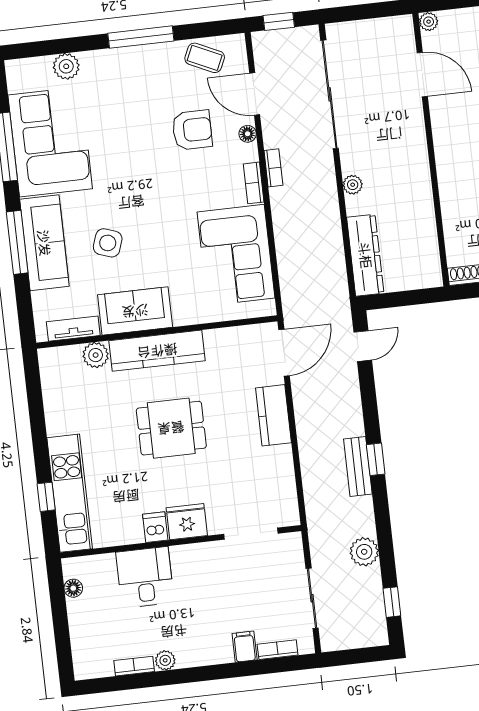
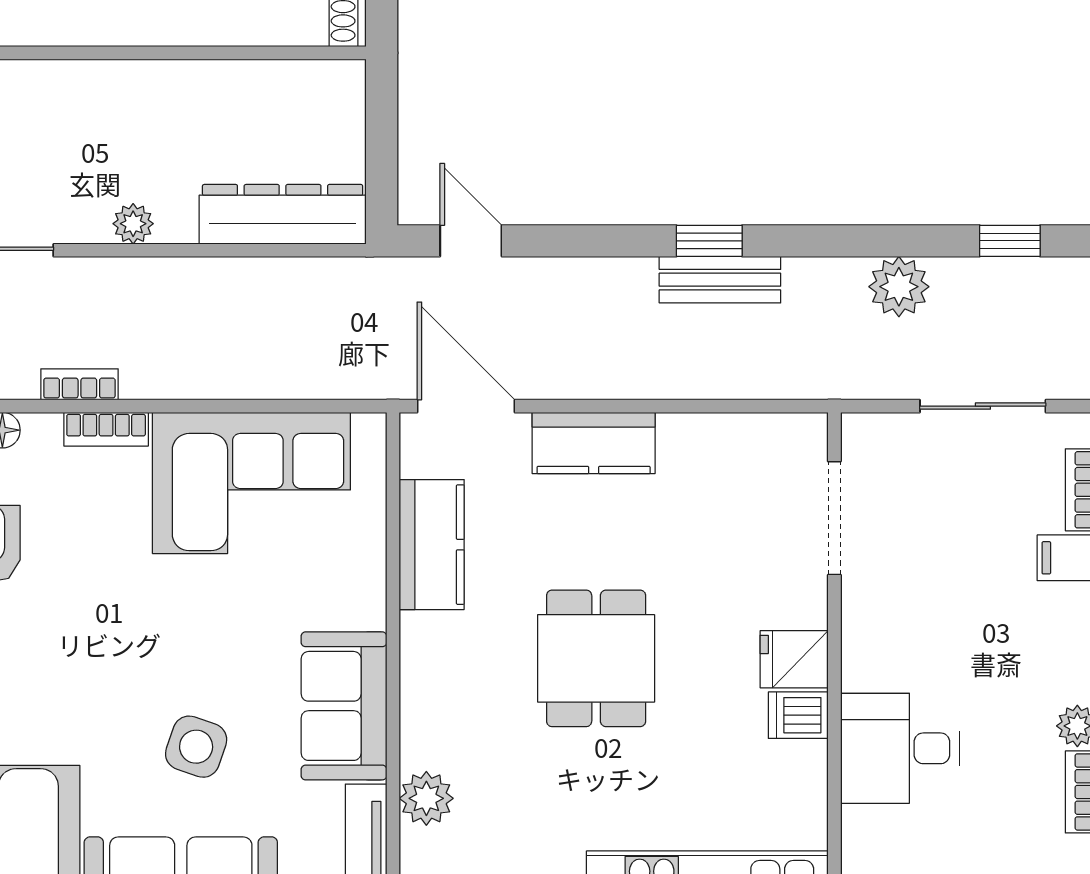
kitchen counter: (157, 351) -> (432, 545), moved, width x0.67
fridge: (187, 522) -> (794, 659), width x0.72

